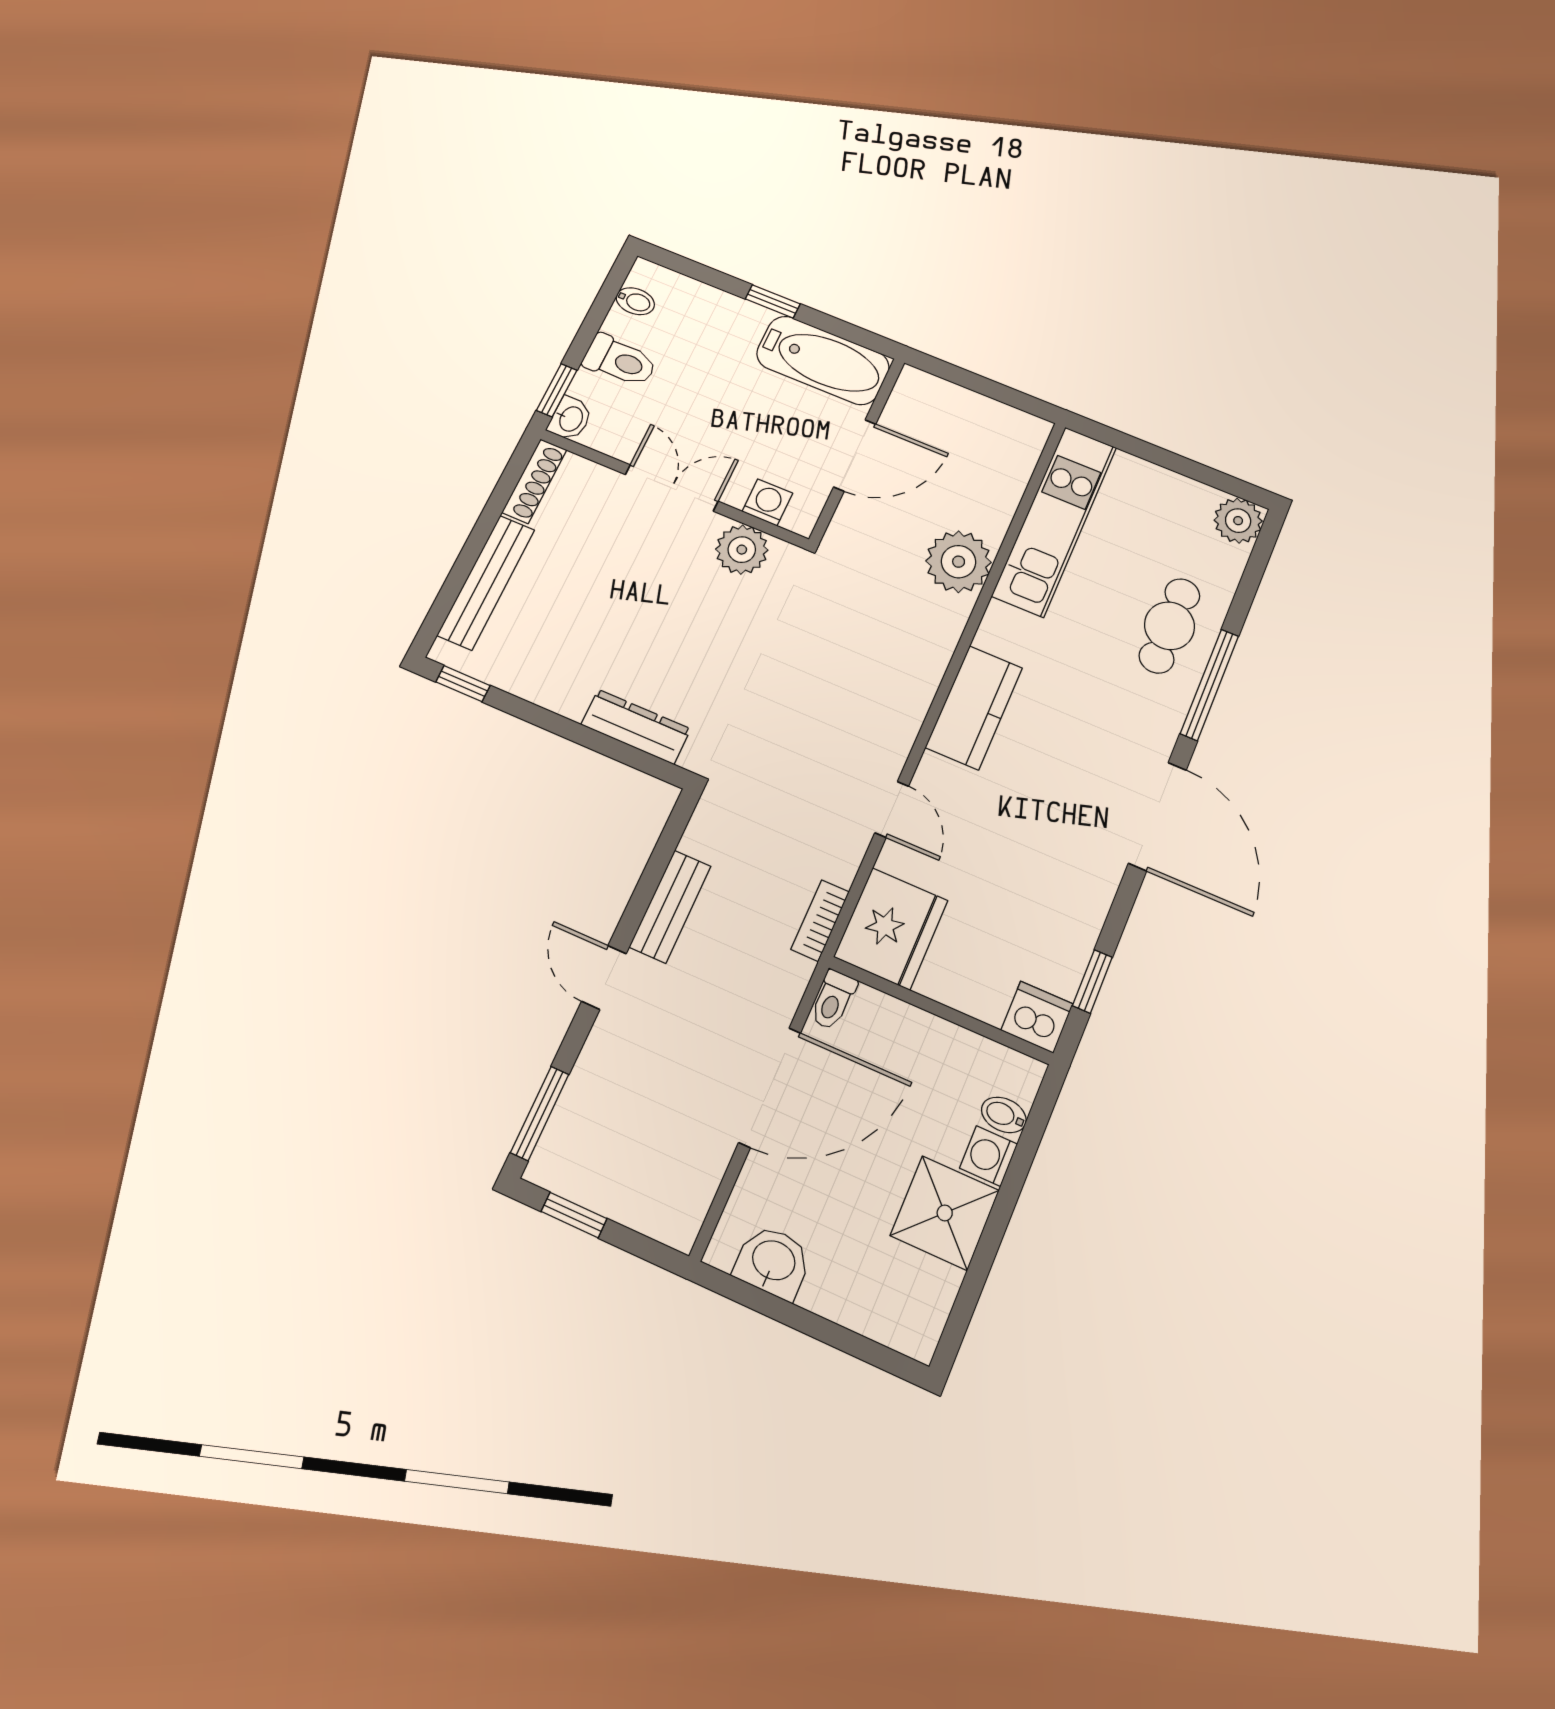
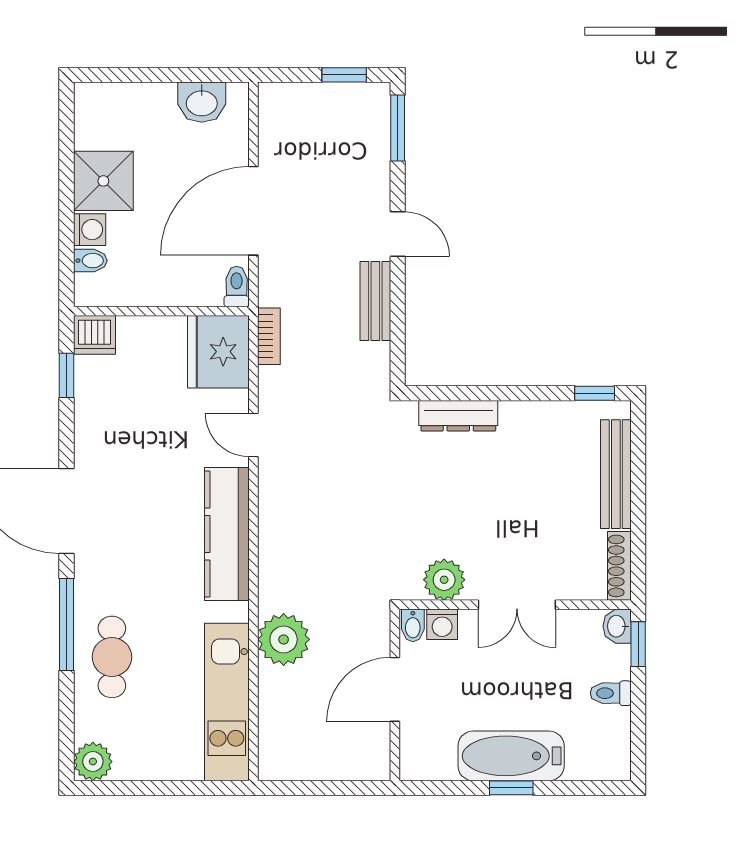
bidet: (635, 301) -> (413, 625), moved, turned -90
bathtub: (823, 360) -> (511, 756), moved
toilet: (620, 361) -> (611, 693), width x0.73, depth x0.72
kitchen counter: (974, 707) -> (227, 534), width x1.50

